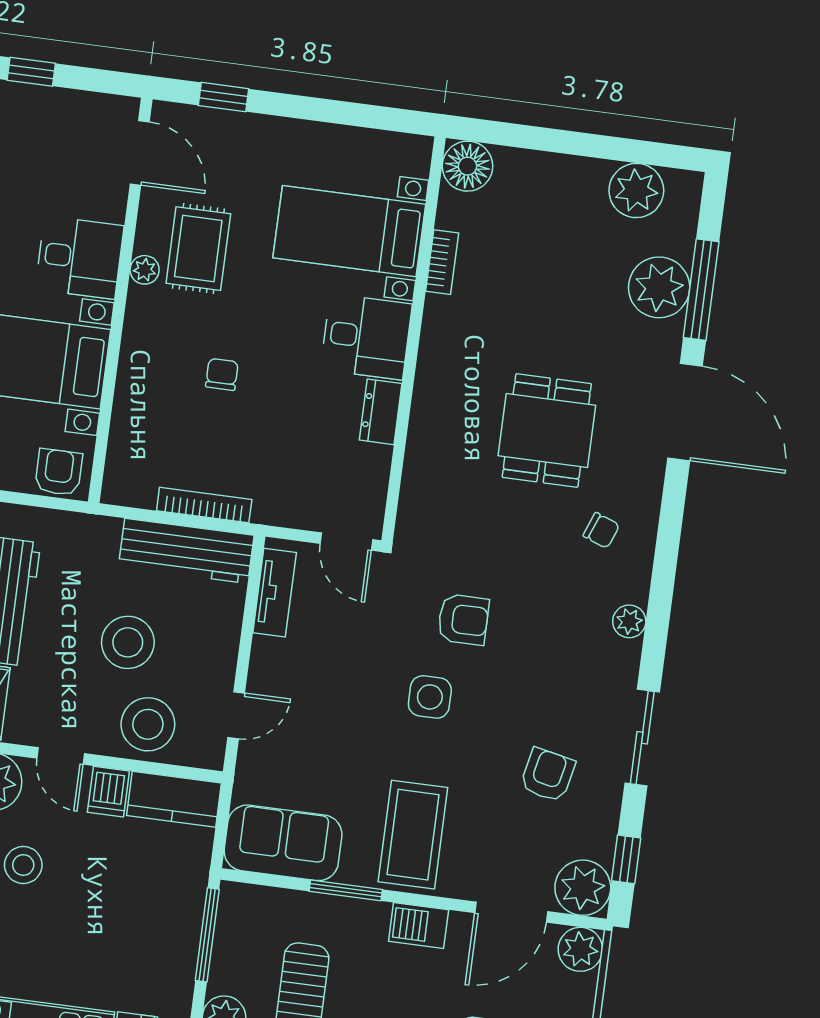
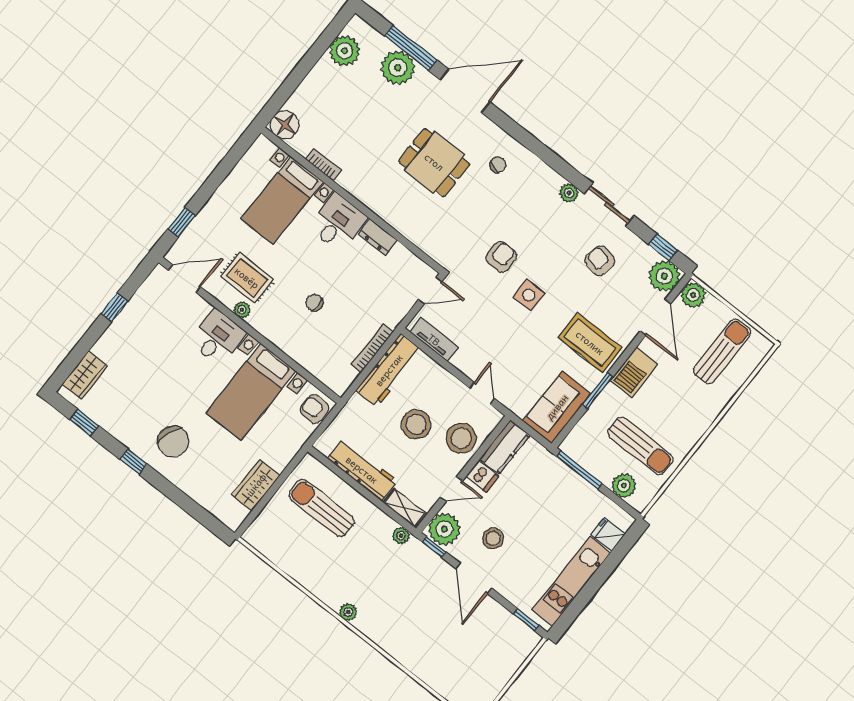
plant: (629, 621) -> (569, 193), moved
barbecue: (419, 926) -> (634, 372), width x1.38, depth x1.27

